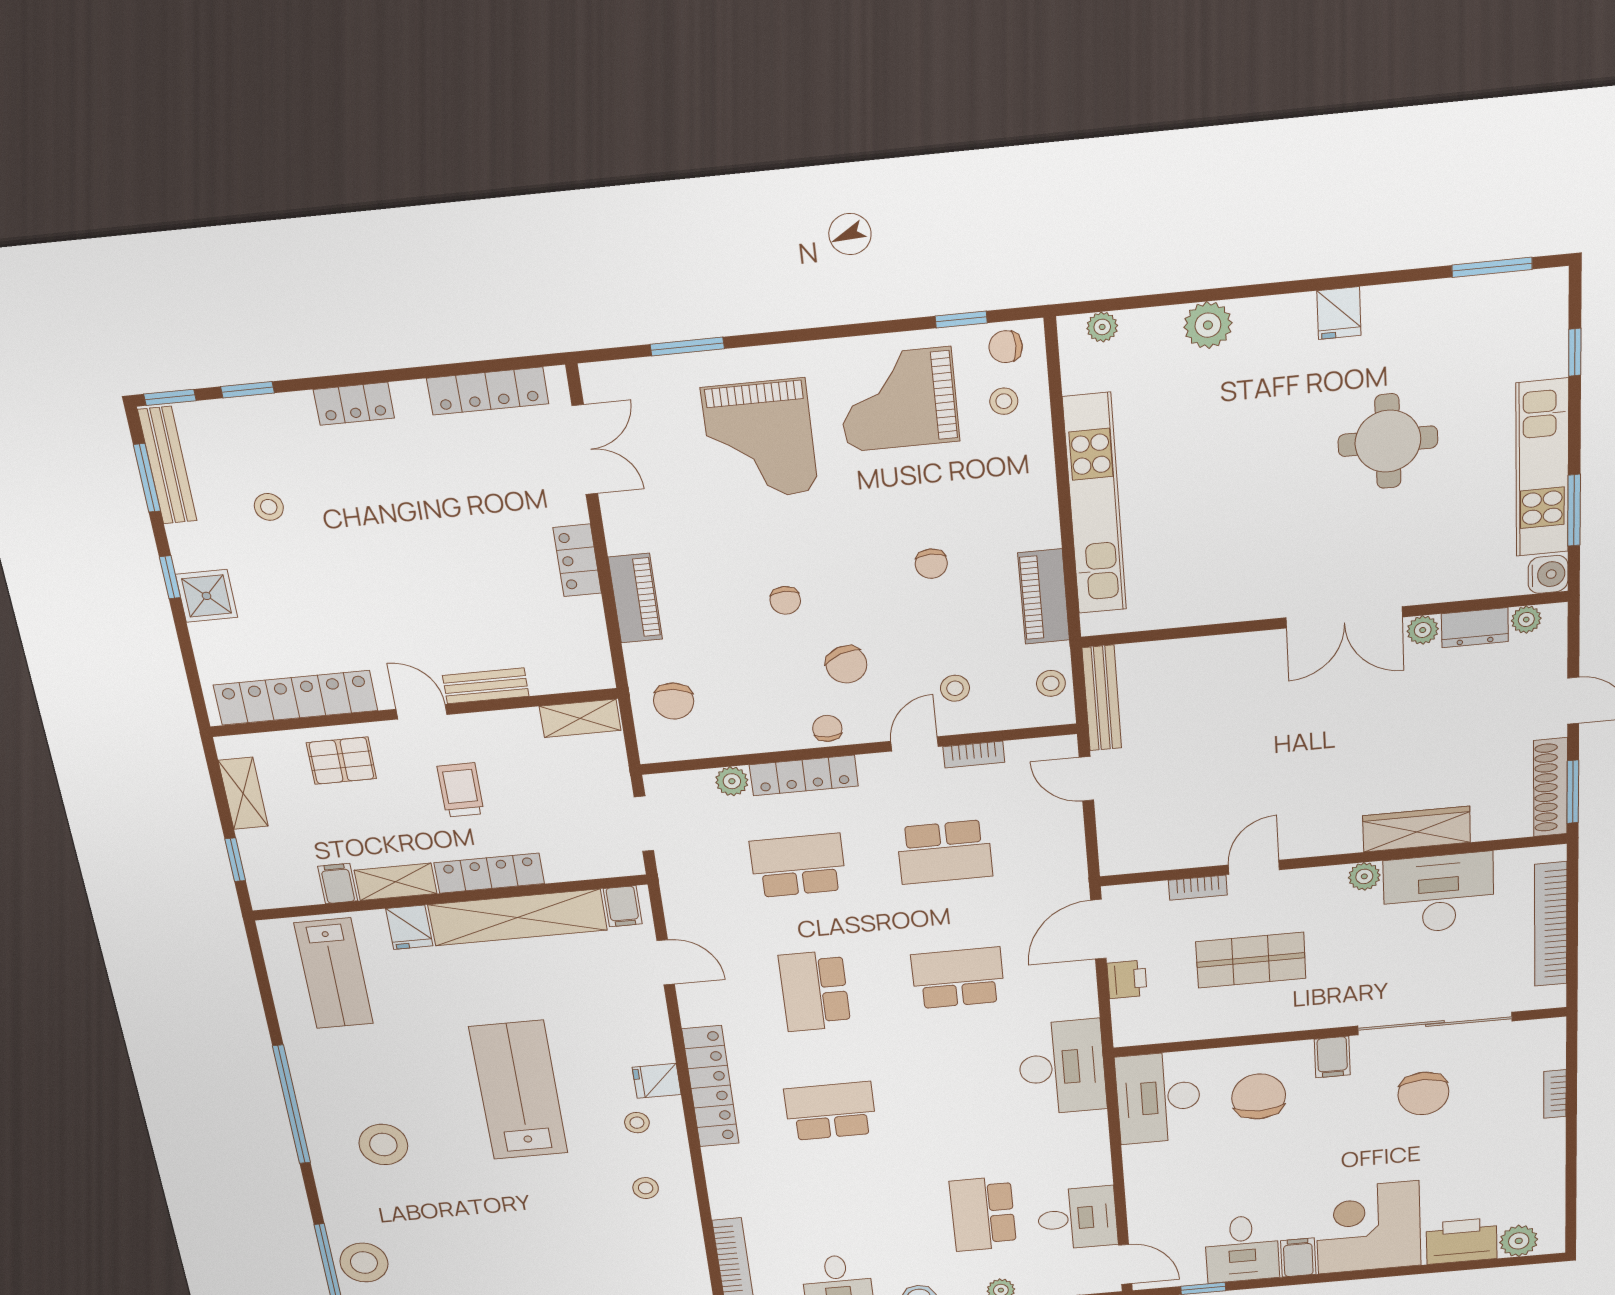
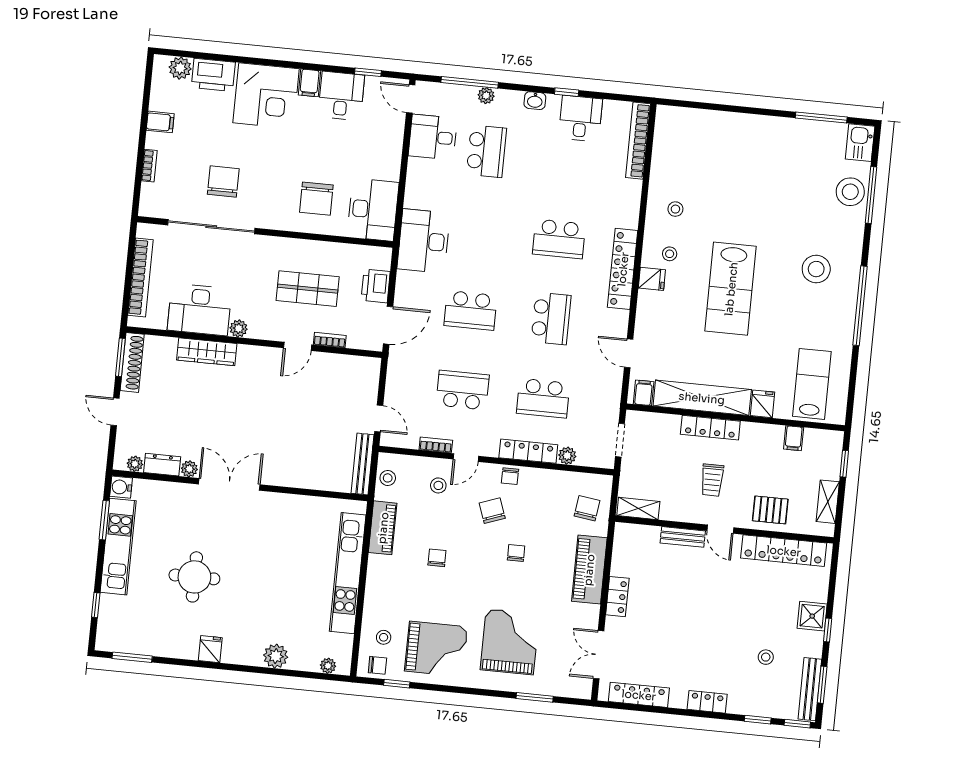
piano: (635, 598) -> (589, 570), width x1.37, depth x1.33
shelving: (396, 882) -> (762, 433), removed
printer: (1127, 979) -> (376, 286), width x1.36, depth x1.24
filing cabinet: (1332, 1057) -> (160, 122), moved, turned 90

